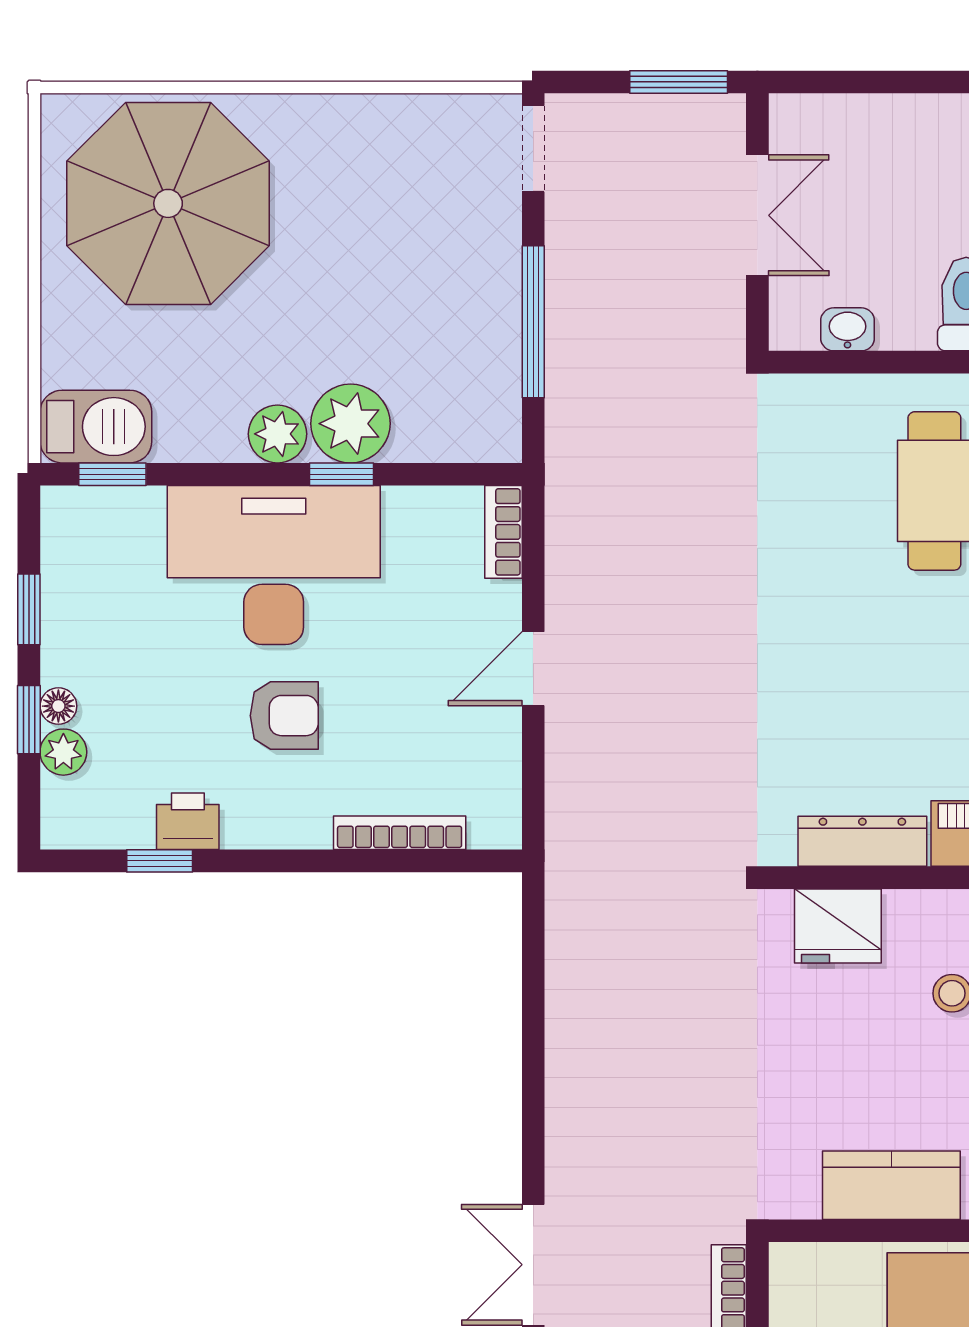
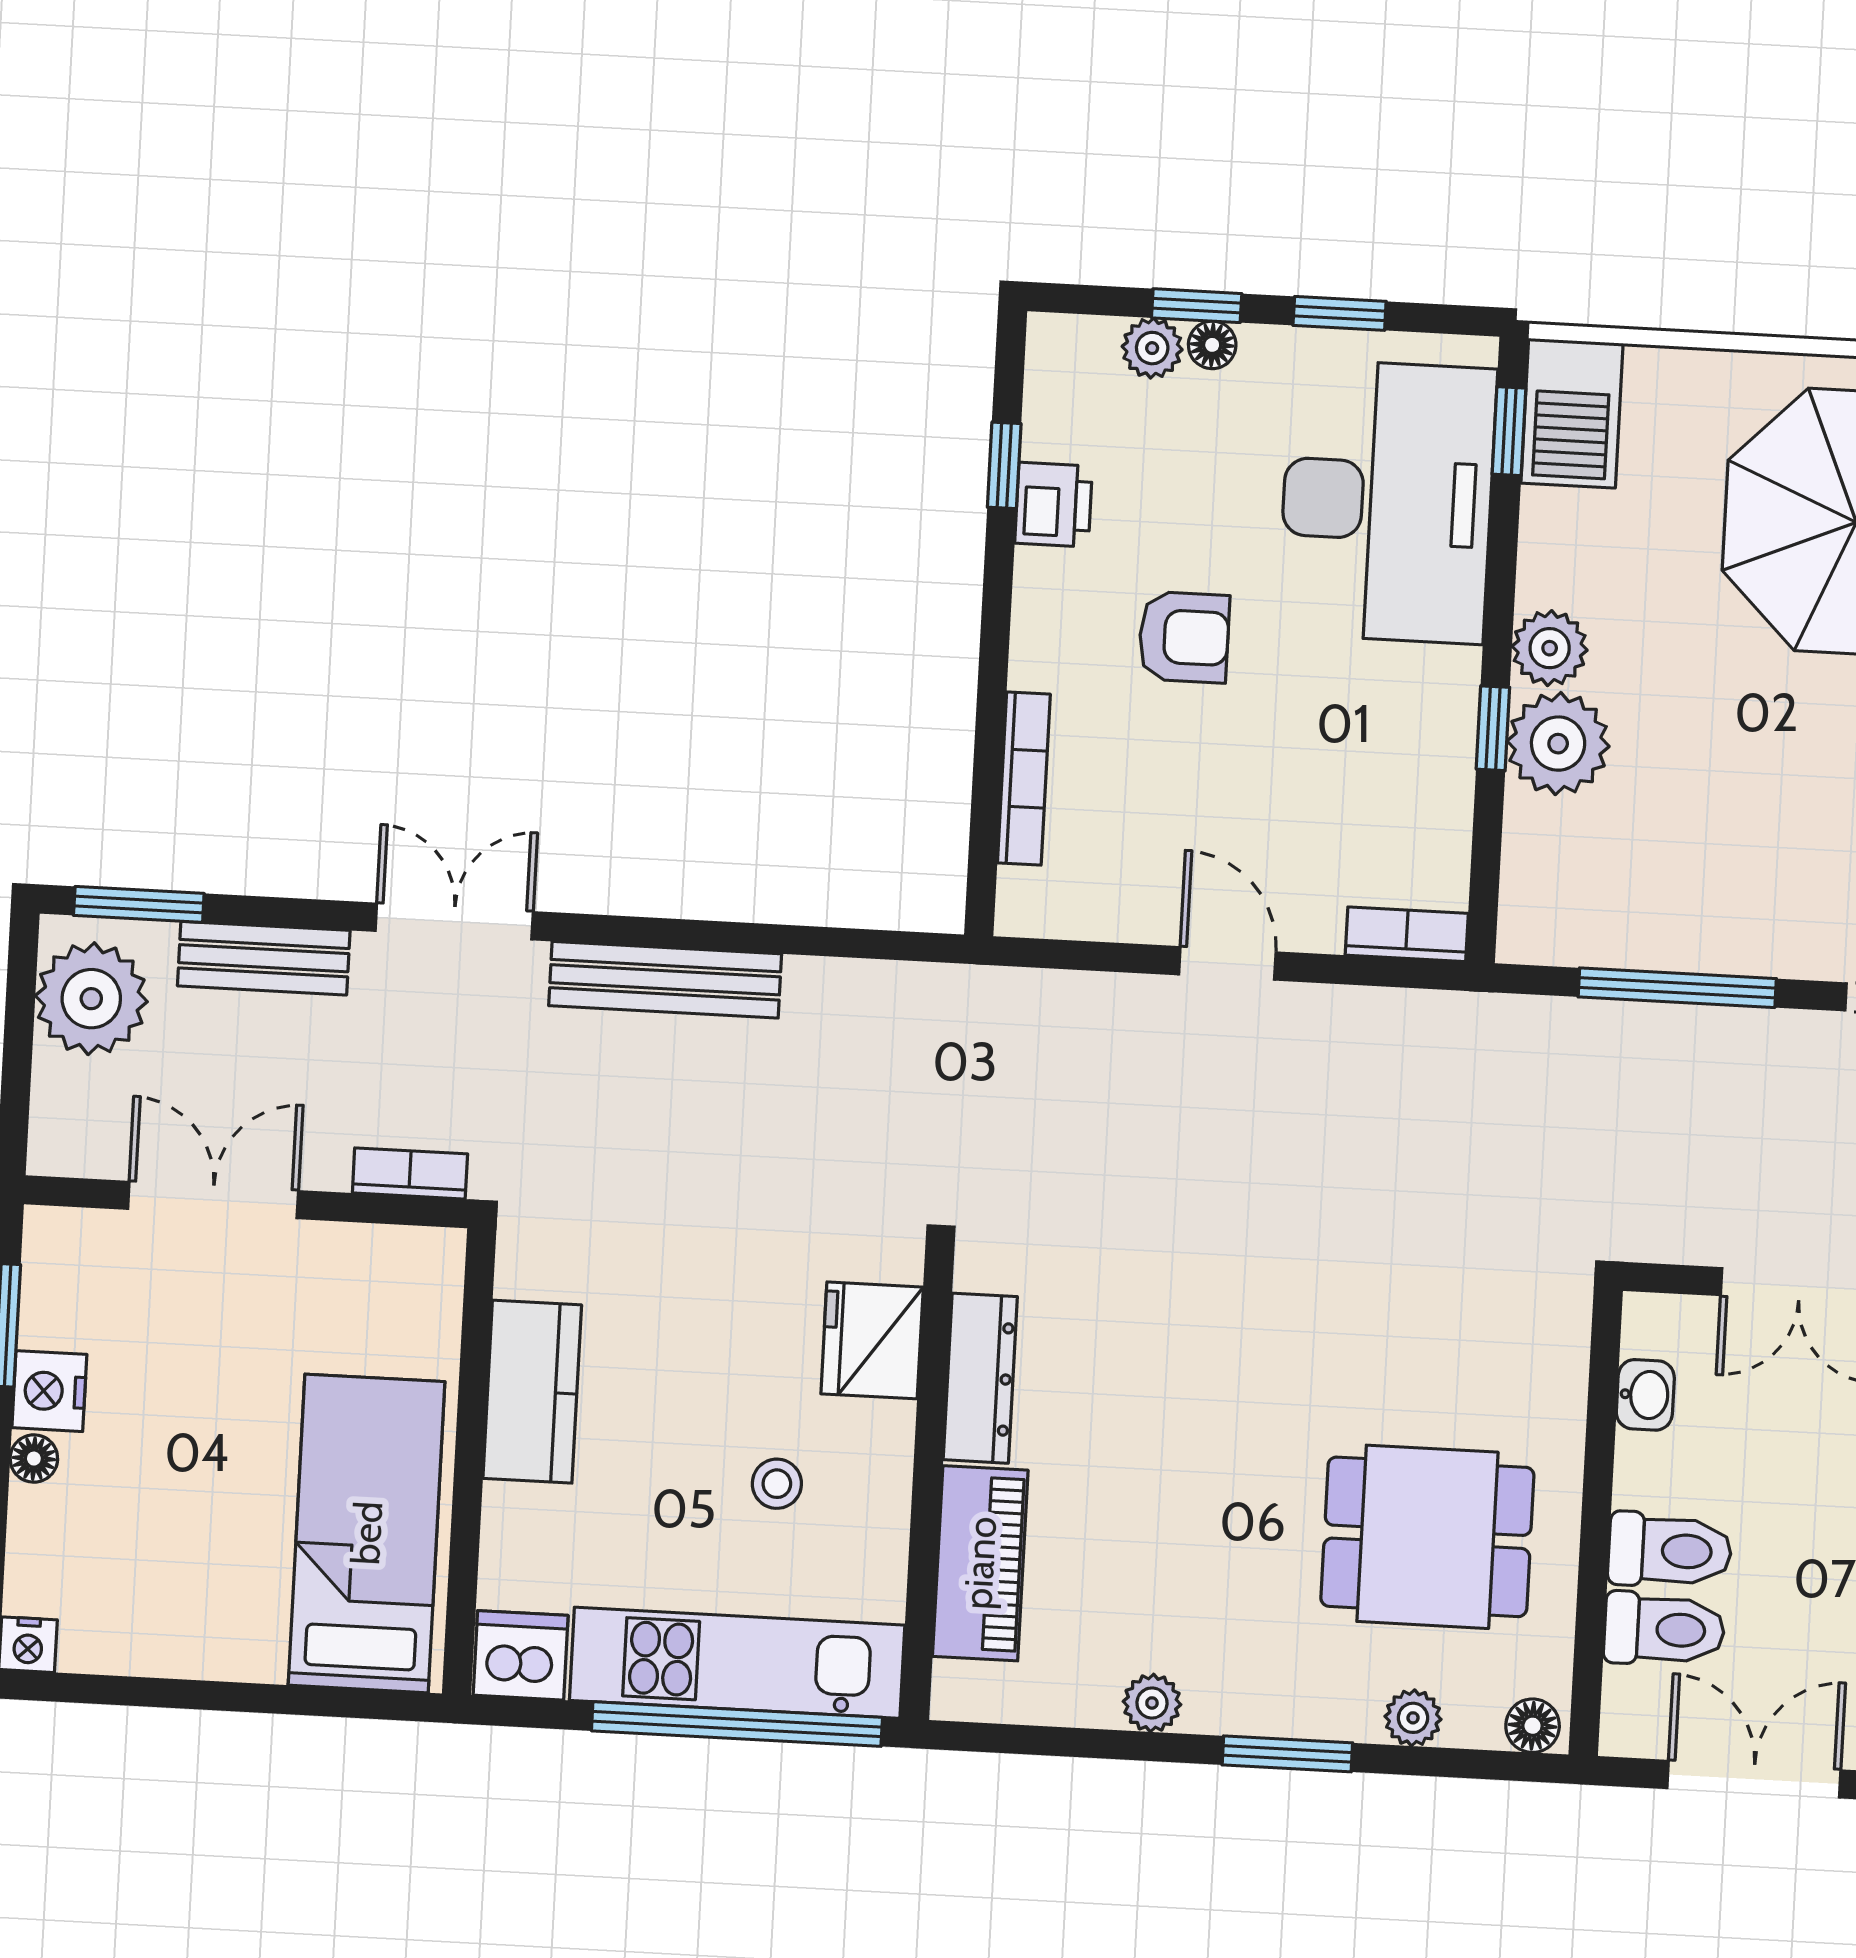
desk: (274, 565) -> (1387, 501), moved
armchair: (284, 716) -> (1184, 637), turned -90
bench: (569, 1100) -> (665, 980), added

